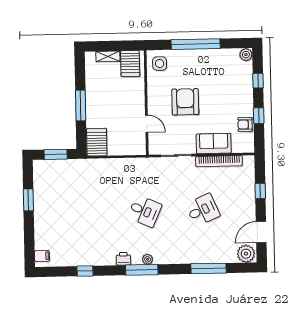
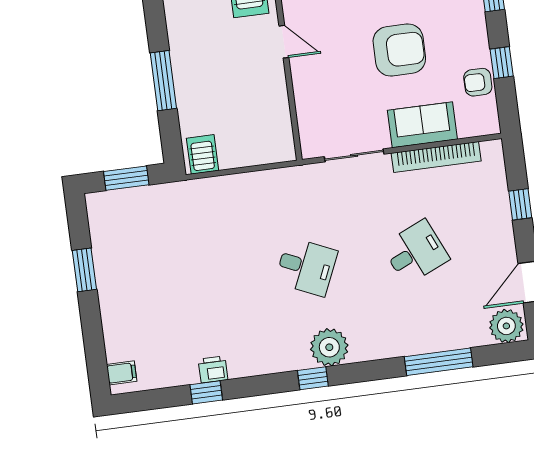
armchair: (185, 102) -> (399, 50), moved, turned 90
door: (147, 124) -> (284, 42), moved
server rack: (97, 142) -> (203, 154), width x0.73, depth x0.70
printer: (123, 259) -> (213, 369), moved
plant: (148, 259) -> (329, 347), width x1.87, depth x1.87
window: (142, 270) -> (313, 378), width x0.46

